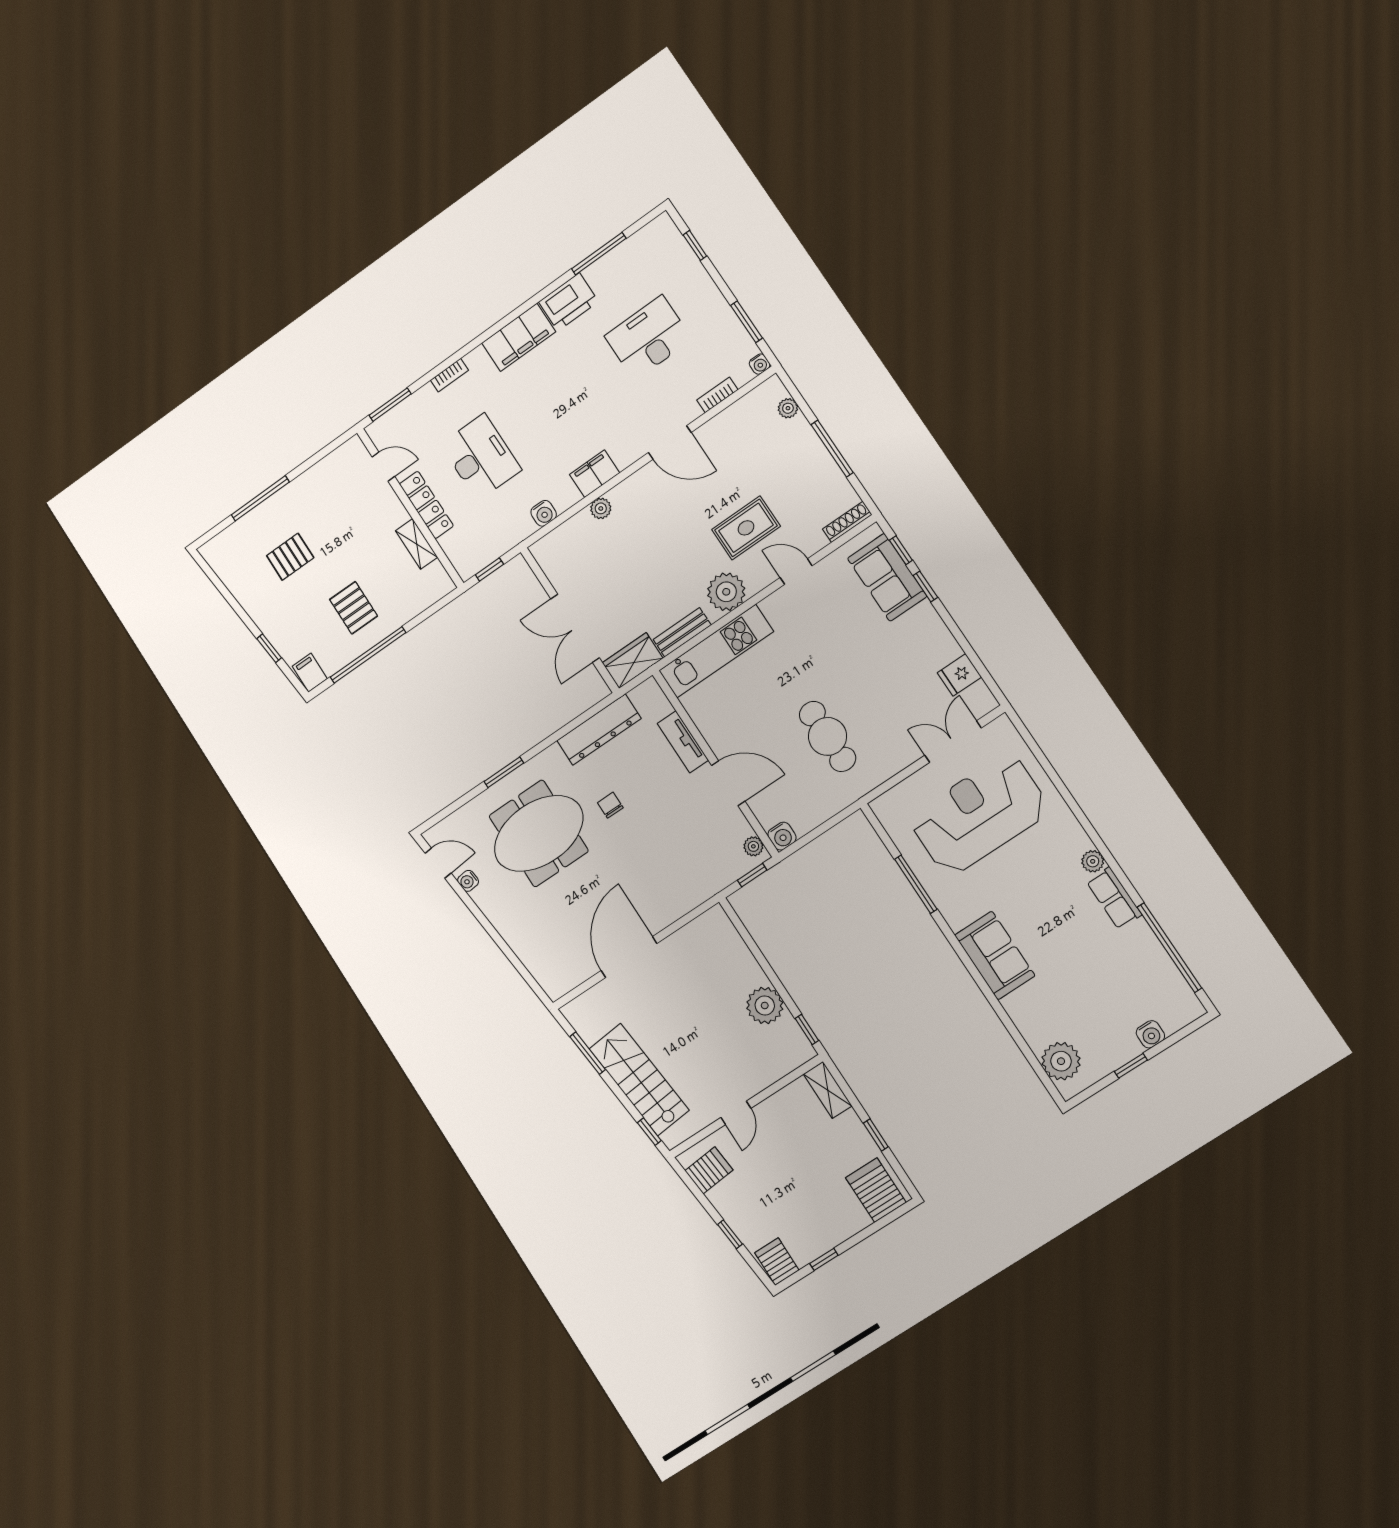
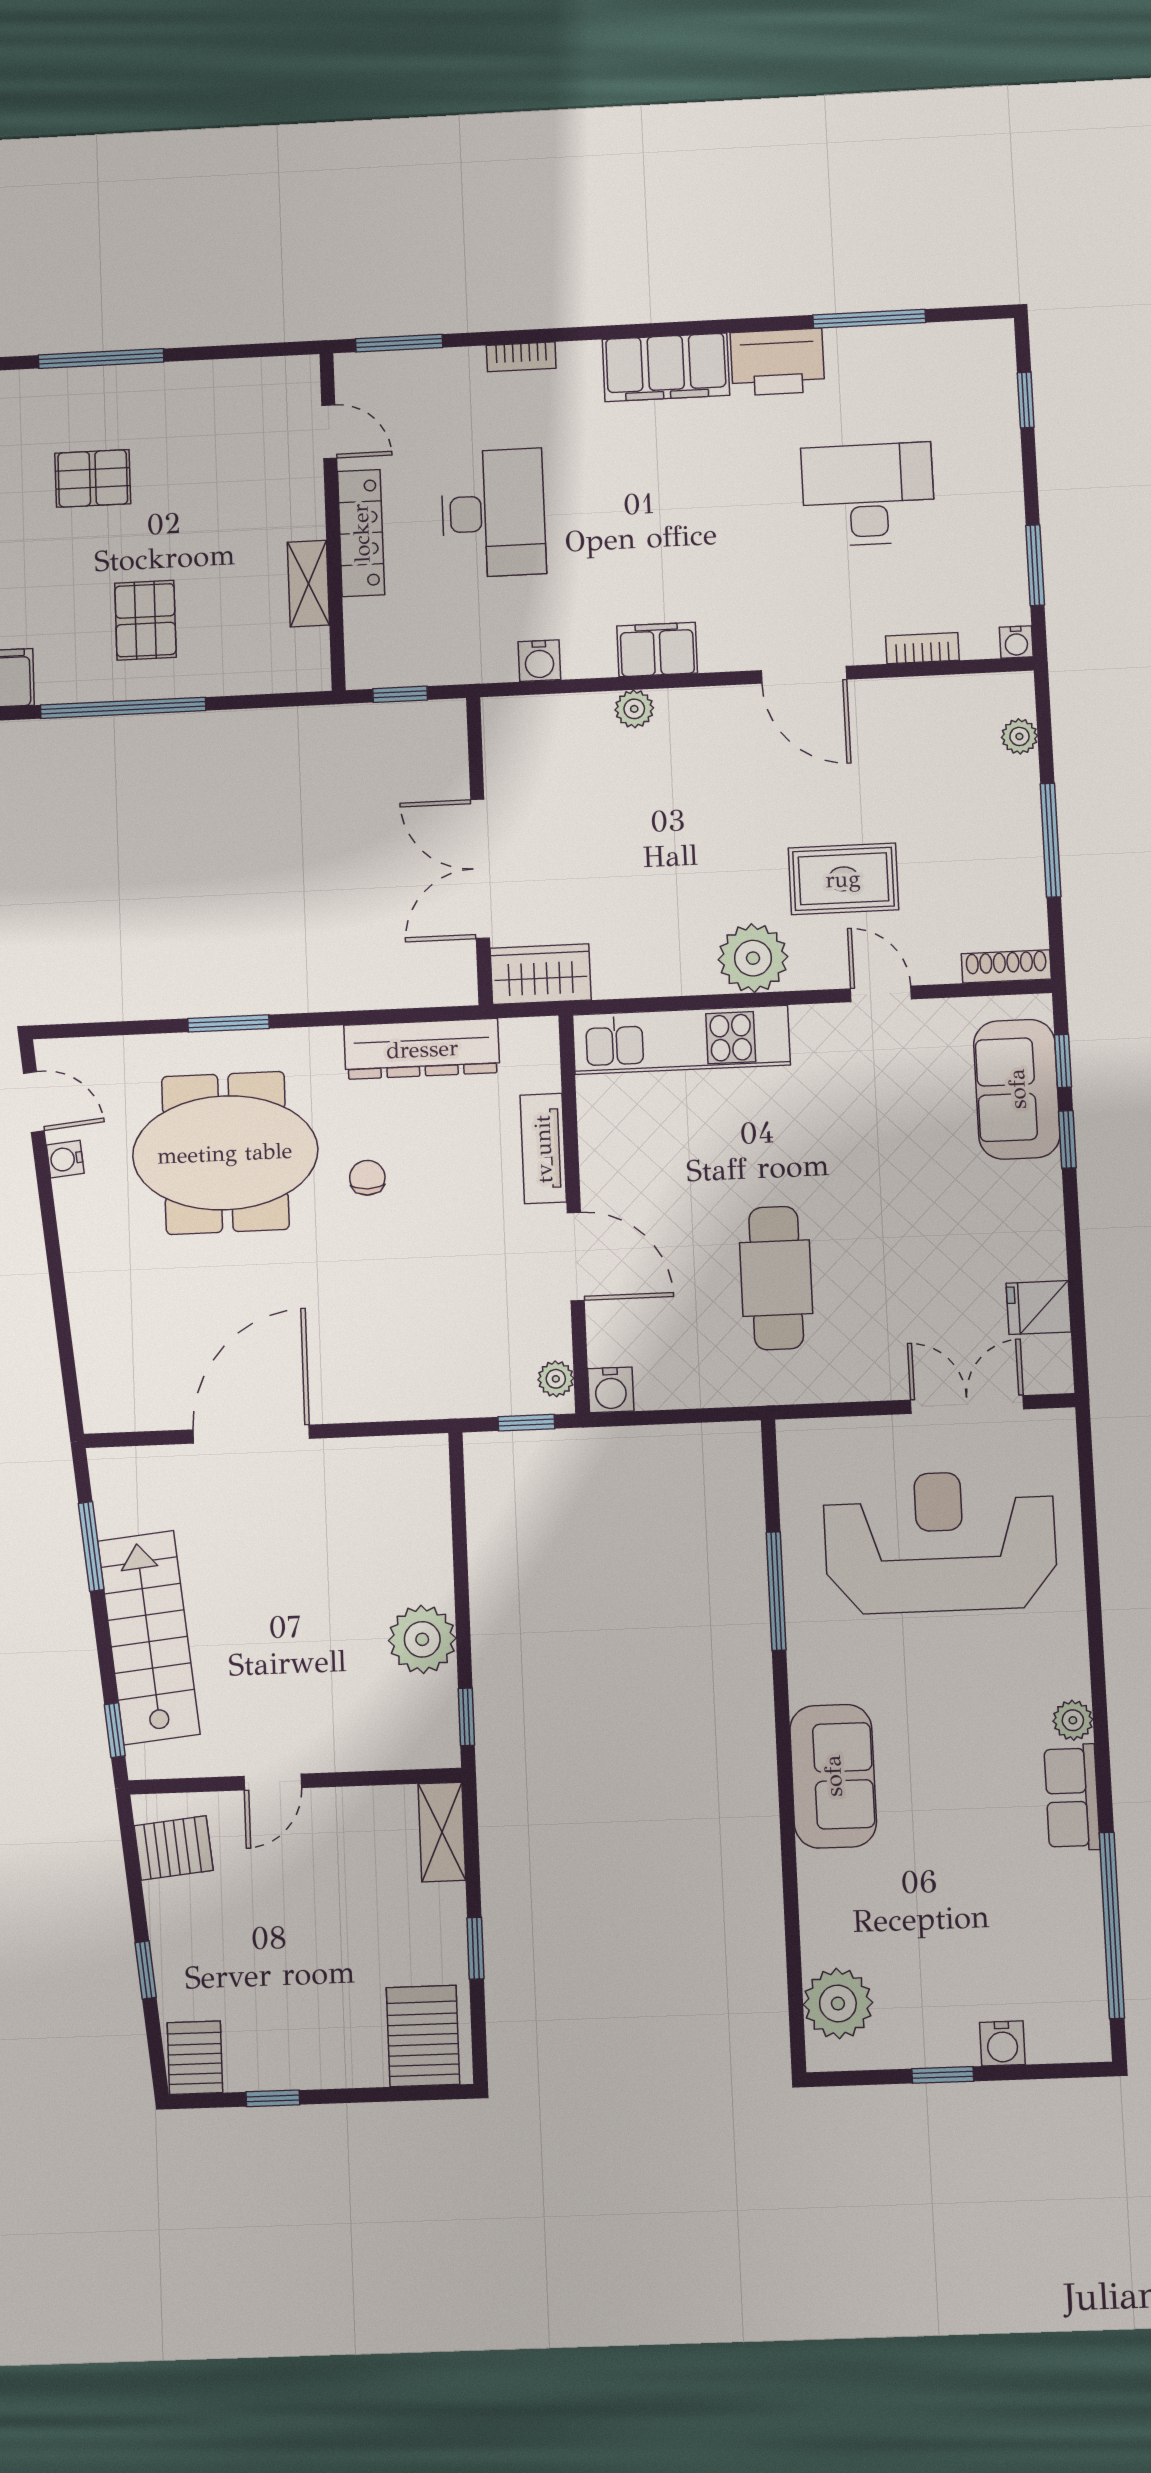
bench: (682, 632) -> (646, 978), removed

